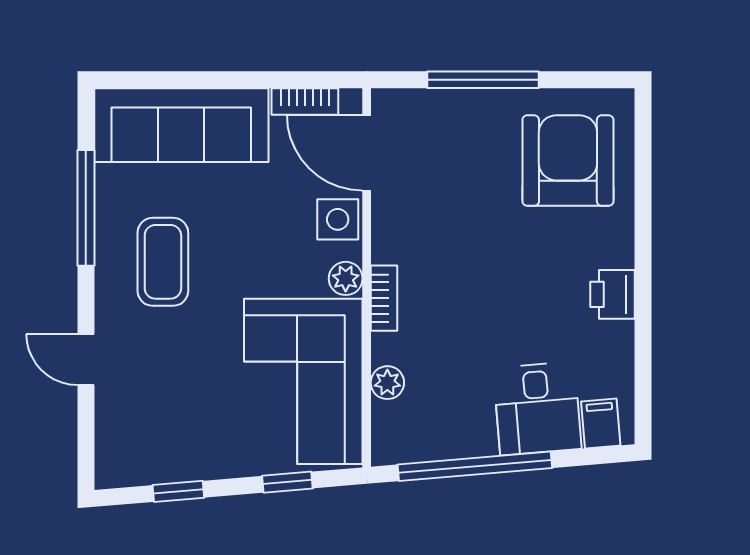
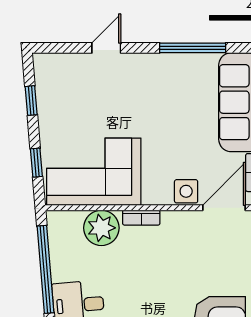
coffee table: (163, 262) -> (162, 92), removed
plant: (346, 278) -> (152, 196), removed
plant: (387, 383) -> (101, 228), width x1.87, depth x1.87

